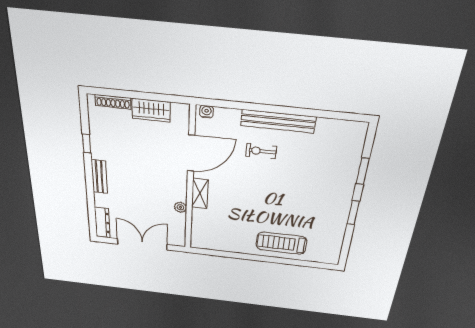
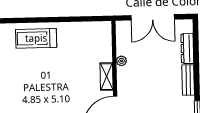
dresser: (102, 222) -> (187, 48), moved
treadmill: (281, 243) -> (36, 38), turned 180

